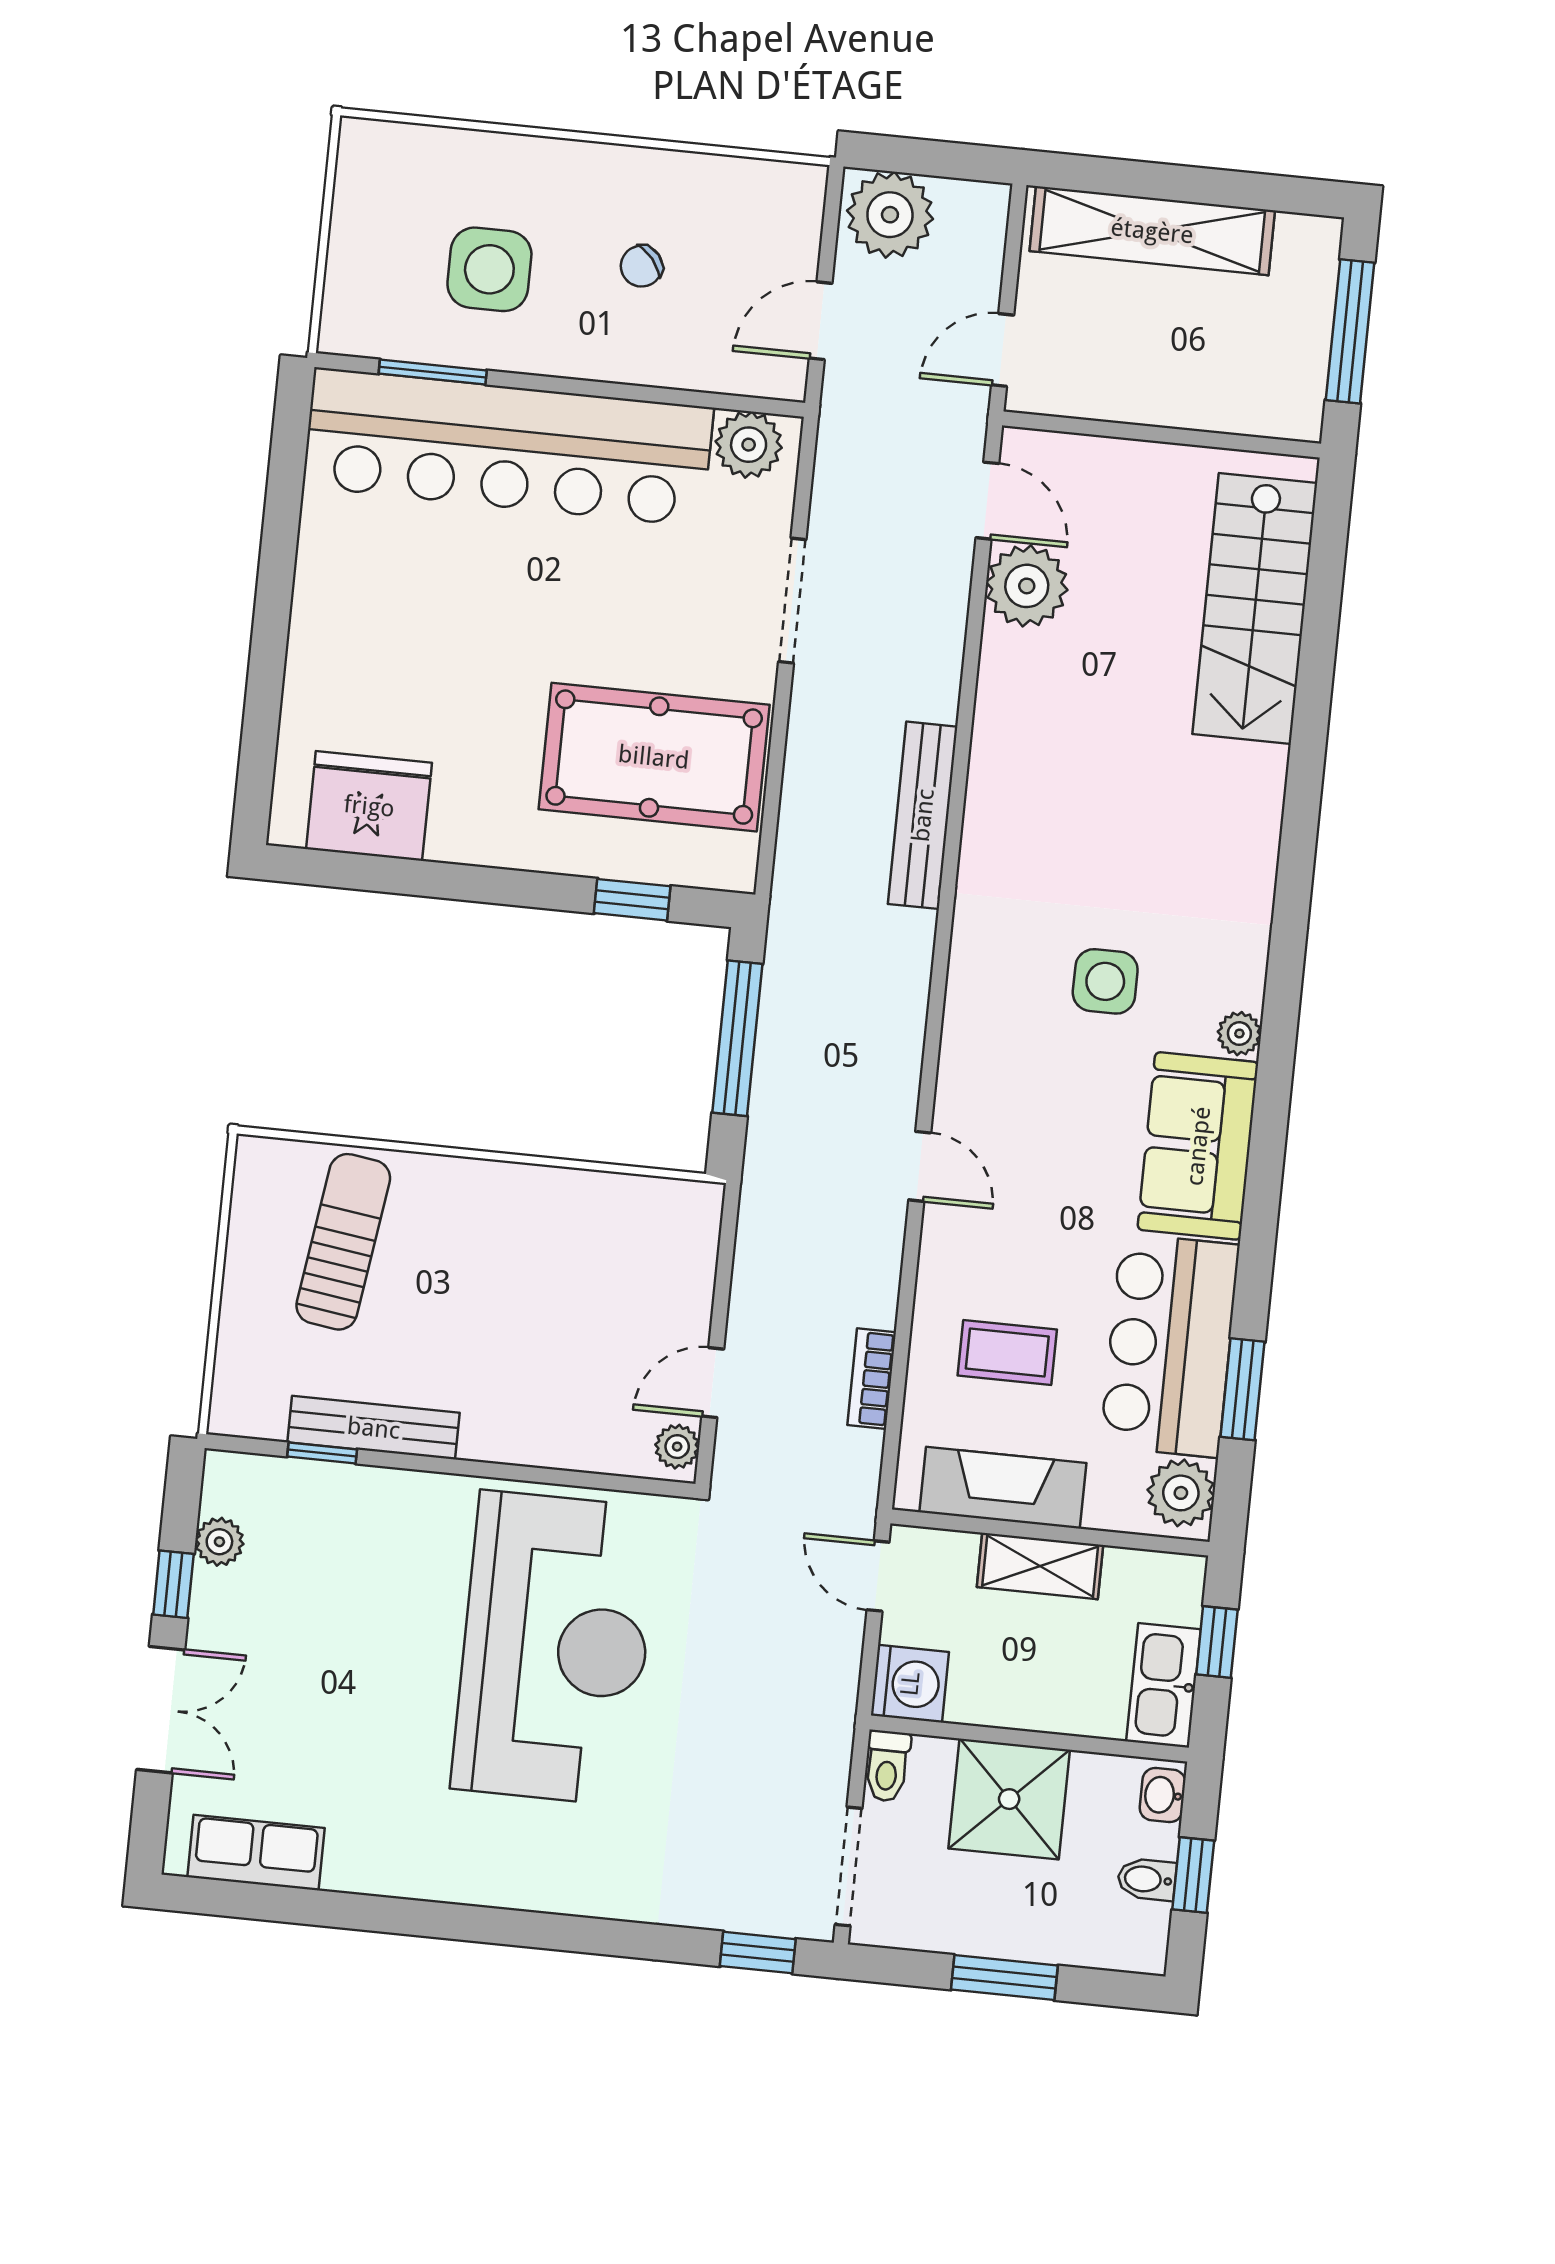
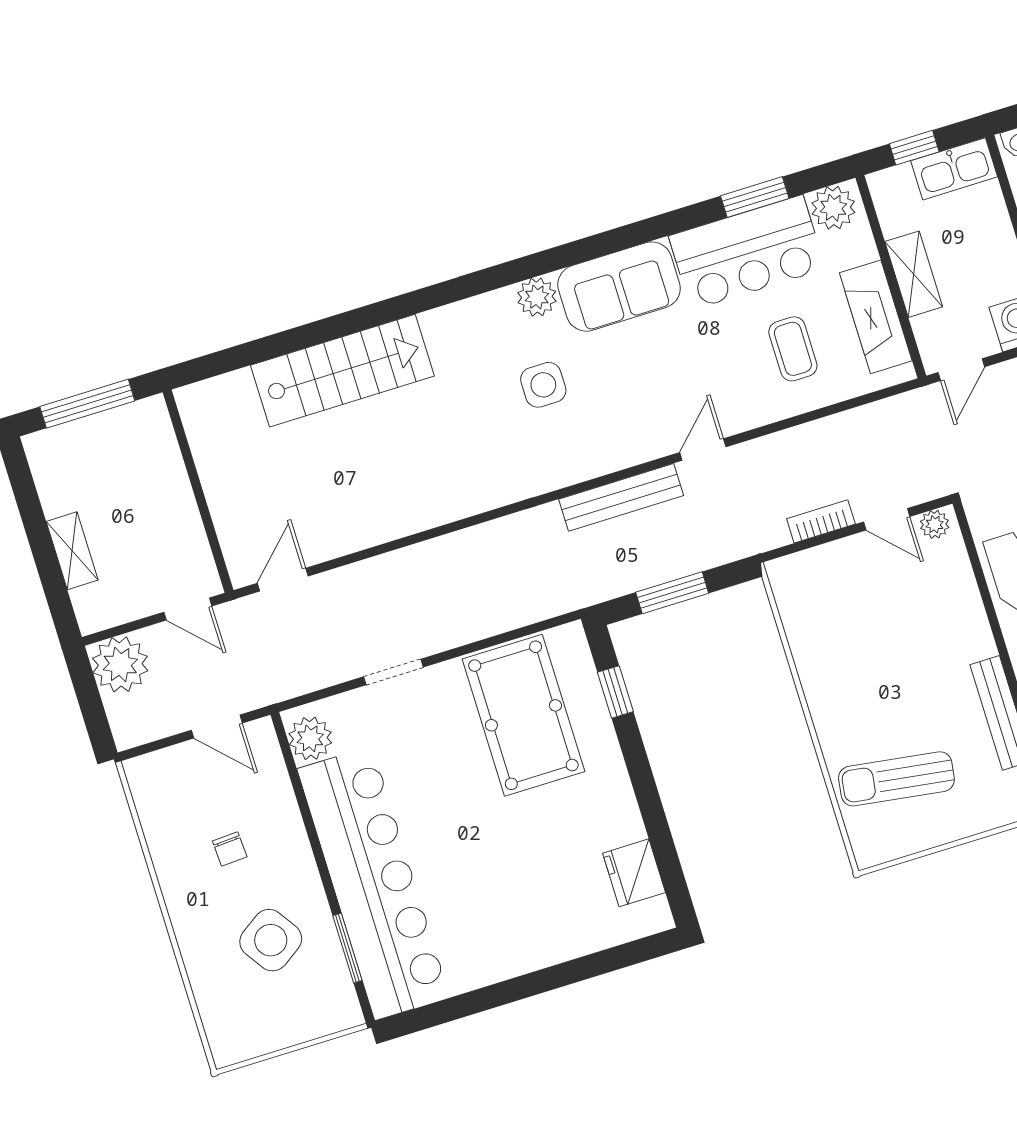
plant: (890, 215) -> (120, 664), moved
shelving: (1152, 231) -> (72, 551), width x0.45, depth x0.75
chair: (642, 266) -> (230, 849), turned 37
side table: (489, 269) -> (271, 940), turned -34
plant: (1027, 586) -> (324, 534), removed
doorway: (792, 601) -> (393, 672), width x0.73
stairs: (1255, 609) -> (342, 371), moved
fridge: (369, 806) -> (634, 873), width x0.73, depth x0.75
bench: (923, 815) -> (621, 497), moved
plant: (1239, 1034) -> (537, 297), width x1.38, depth x1.38
window: (737, 1038) -> (672, 593), width x0.69
bookcase: (872, 1379) -> (821, 521), moved, turned 180

